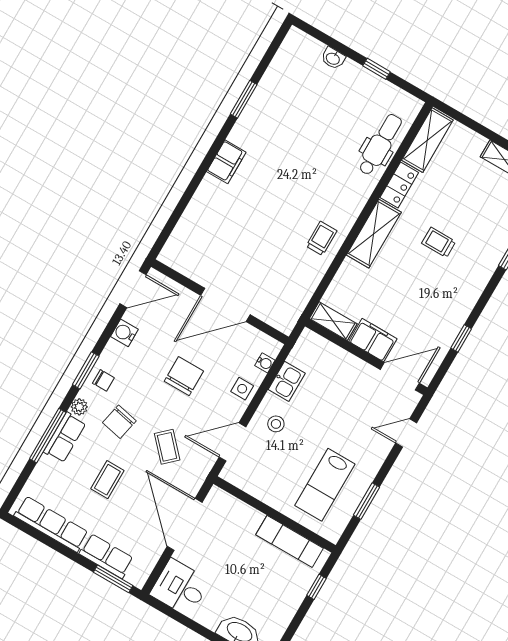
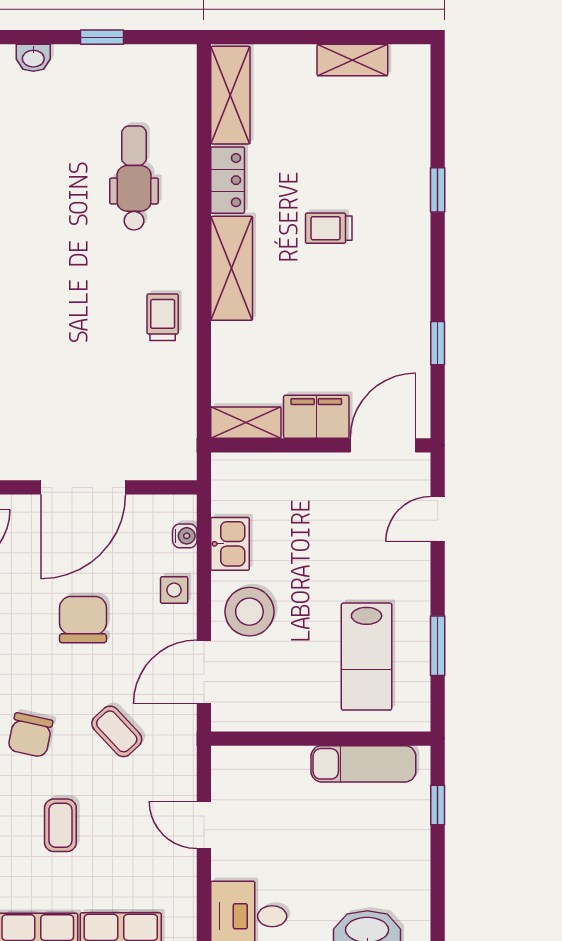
dental chair: (380, 145) -> (134, 178), moved
stool: (276, 424) -> (249, 612), width x1.89, depth x1.89
door: (185, 524) -> (204, 825), width x0.53

